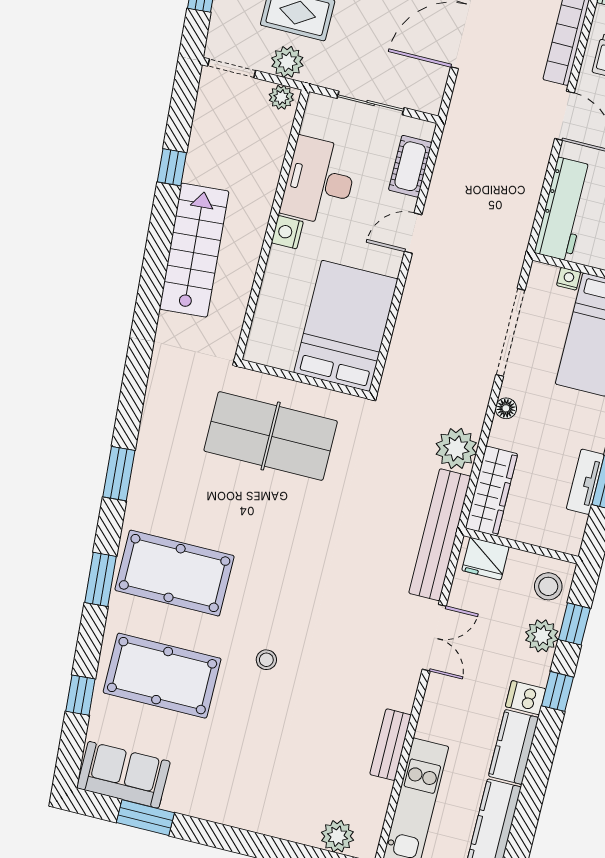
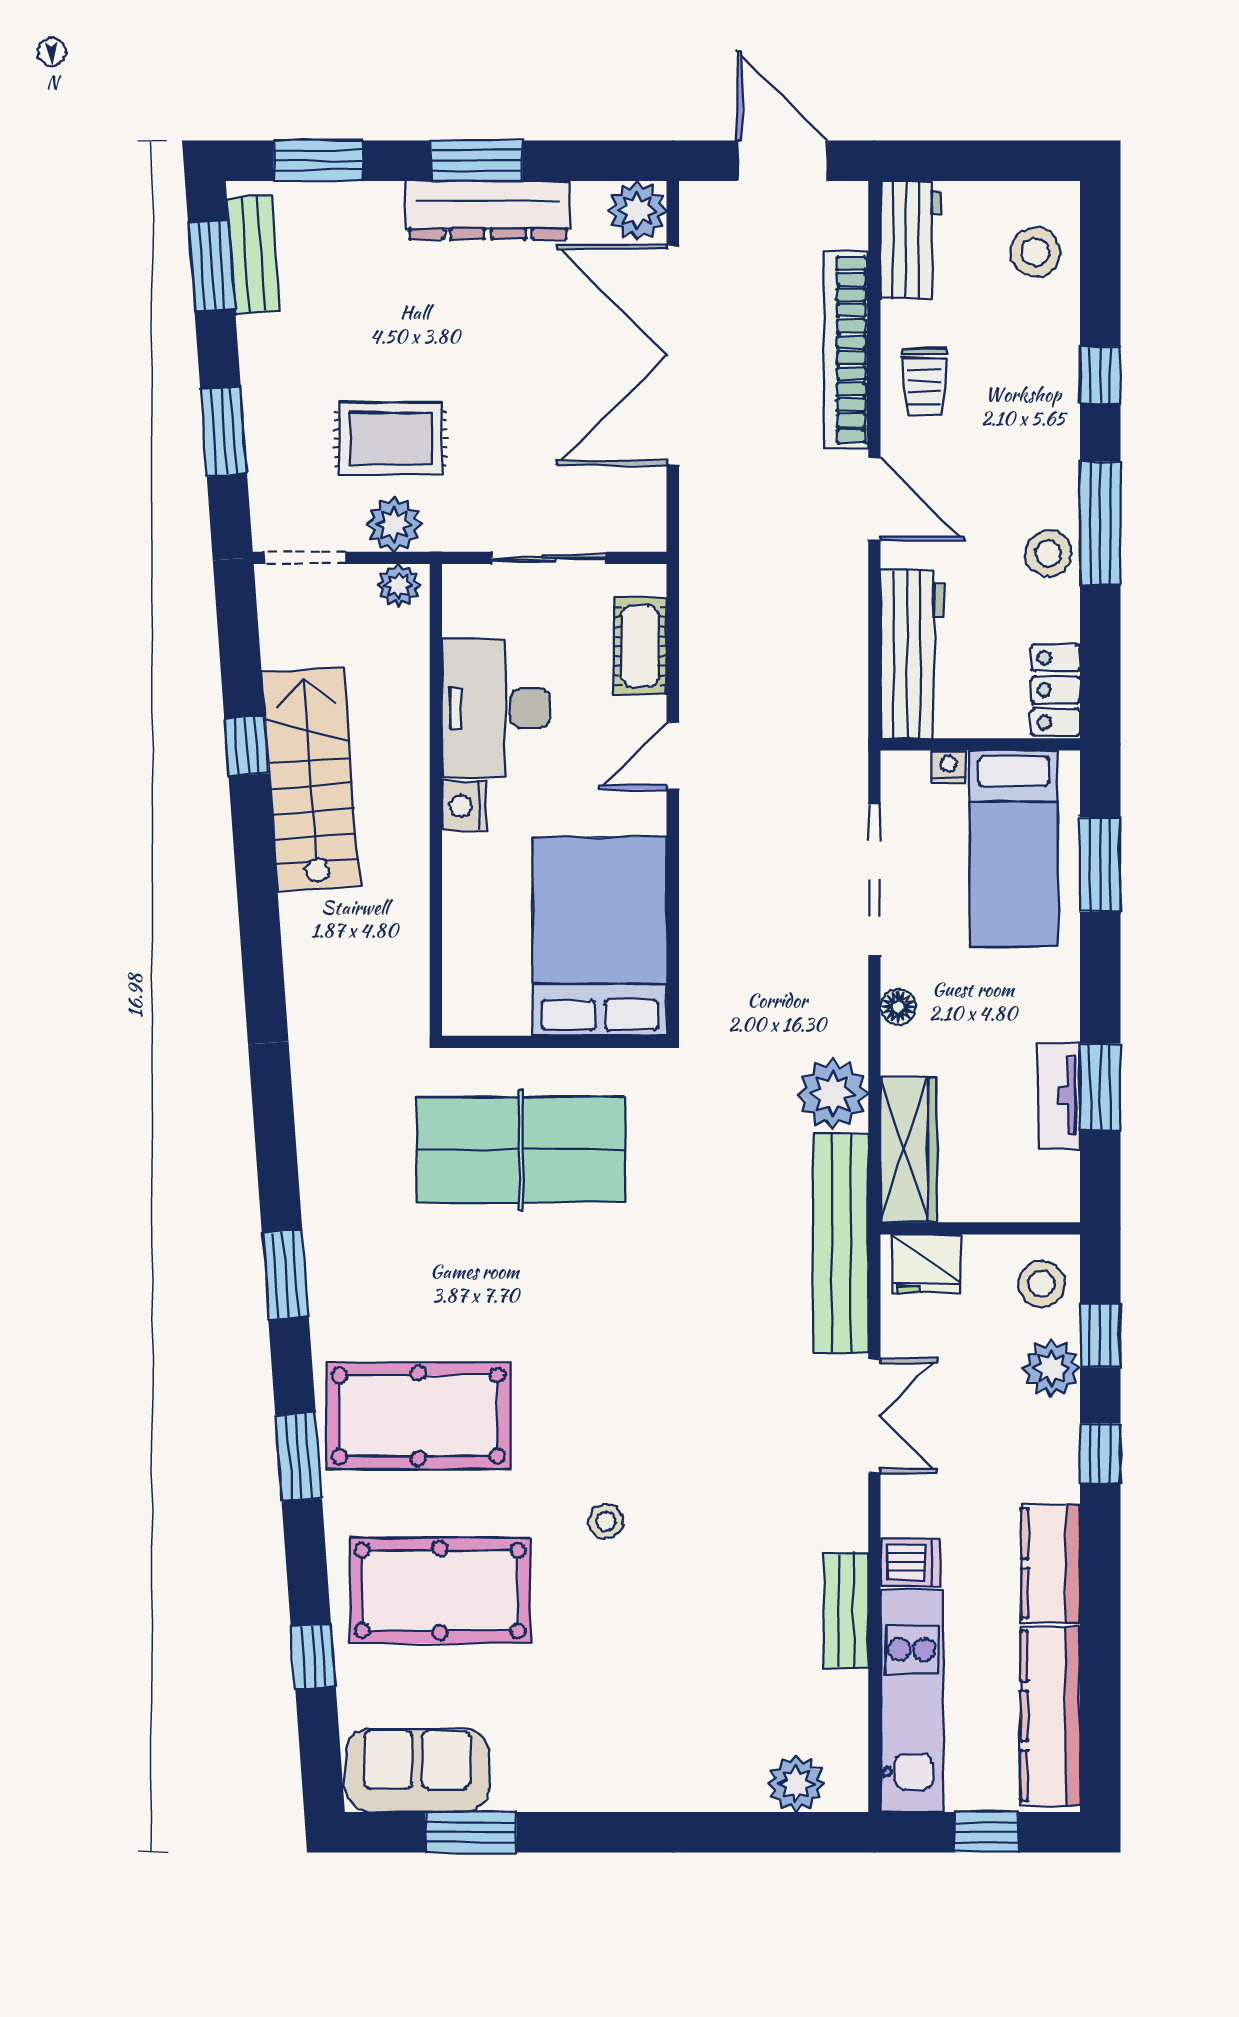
stairs: (194, 250) -> (311, 779), moved
dishwasher: (526, 698) -> (910, 1562), moved, turned 180

